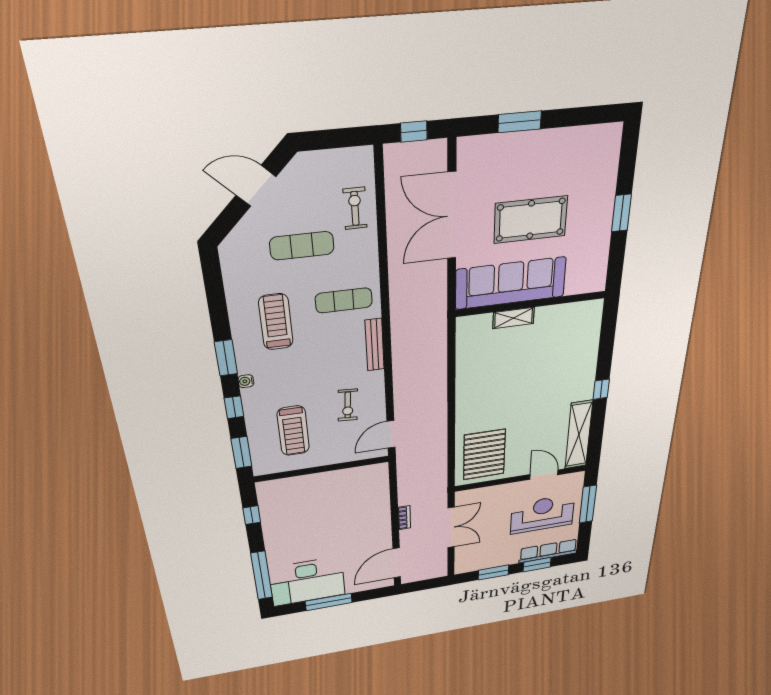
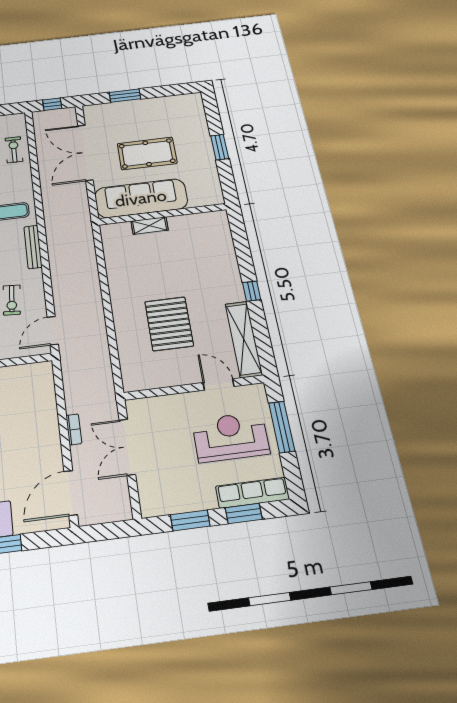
pallet: (484, 455) -> (169, 324), moved
double door: (451, 527) -> (127, 447), swing flipped

